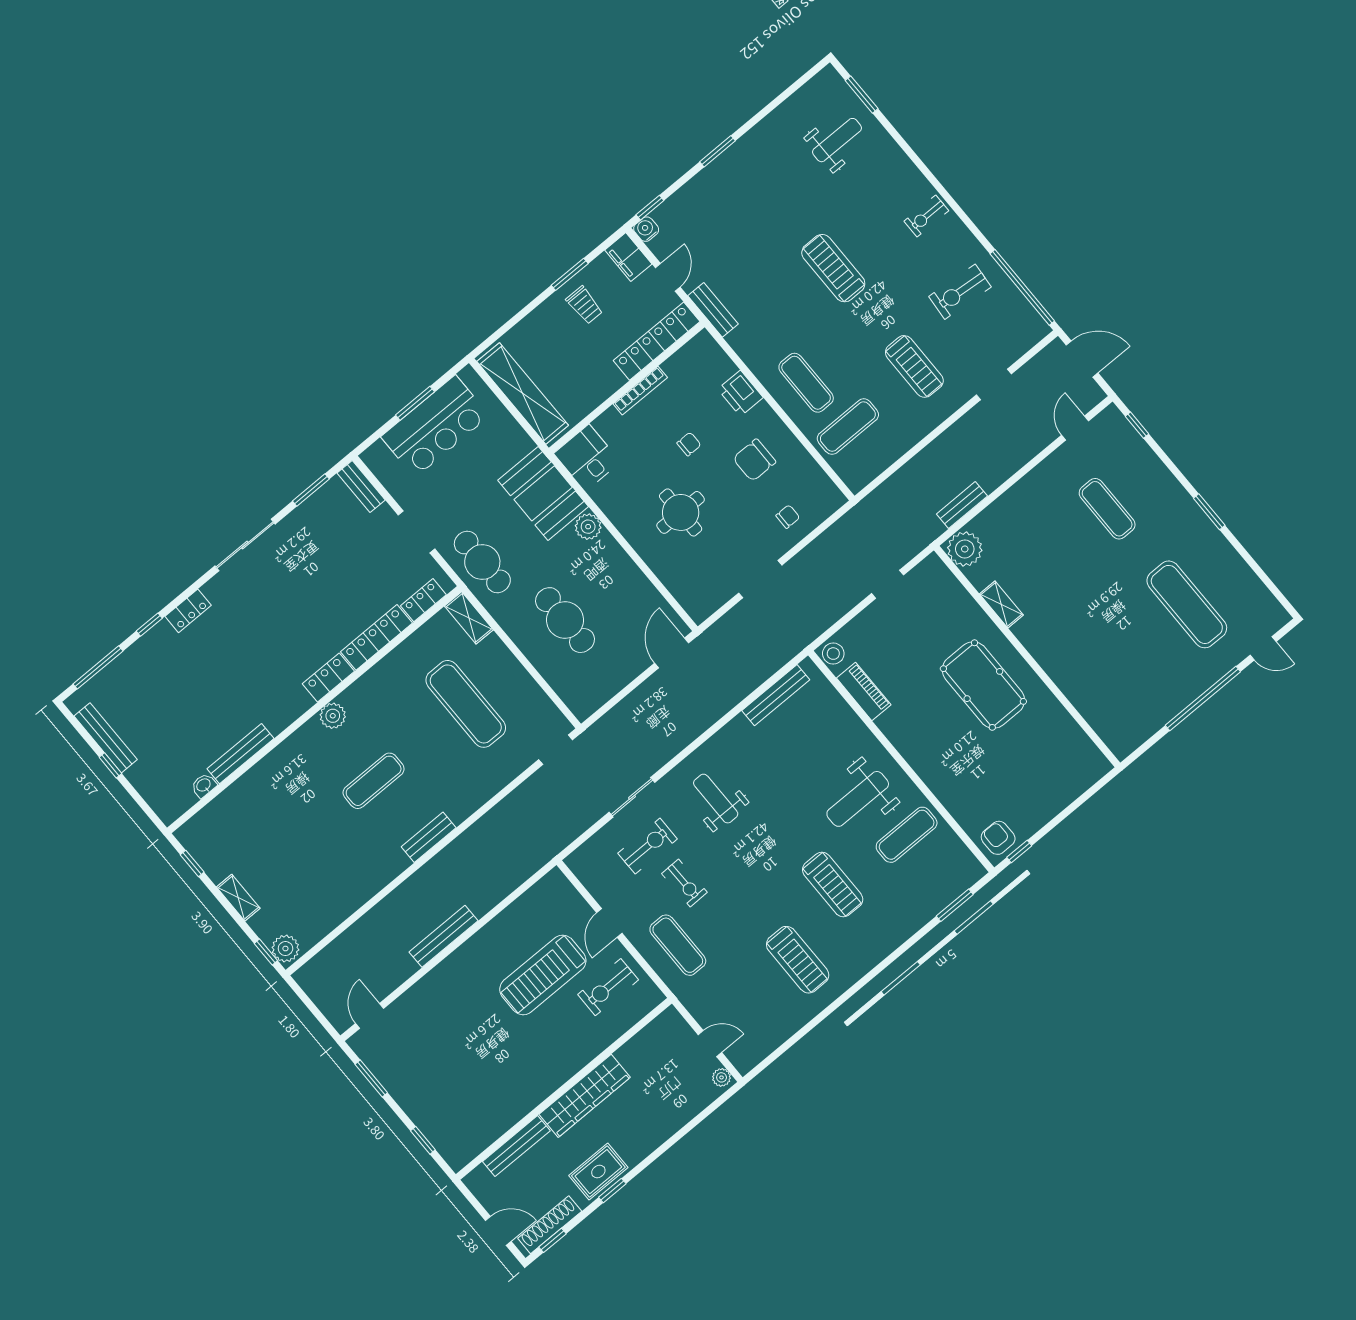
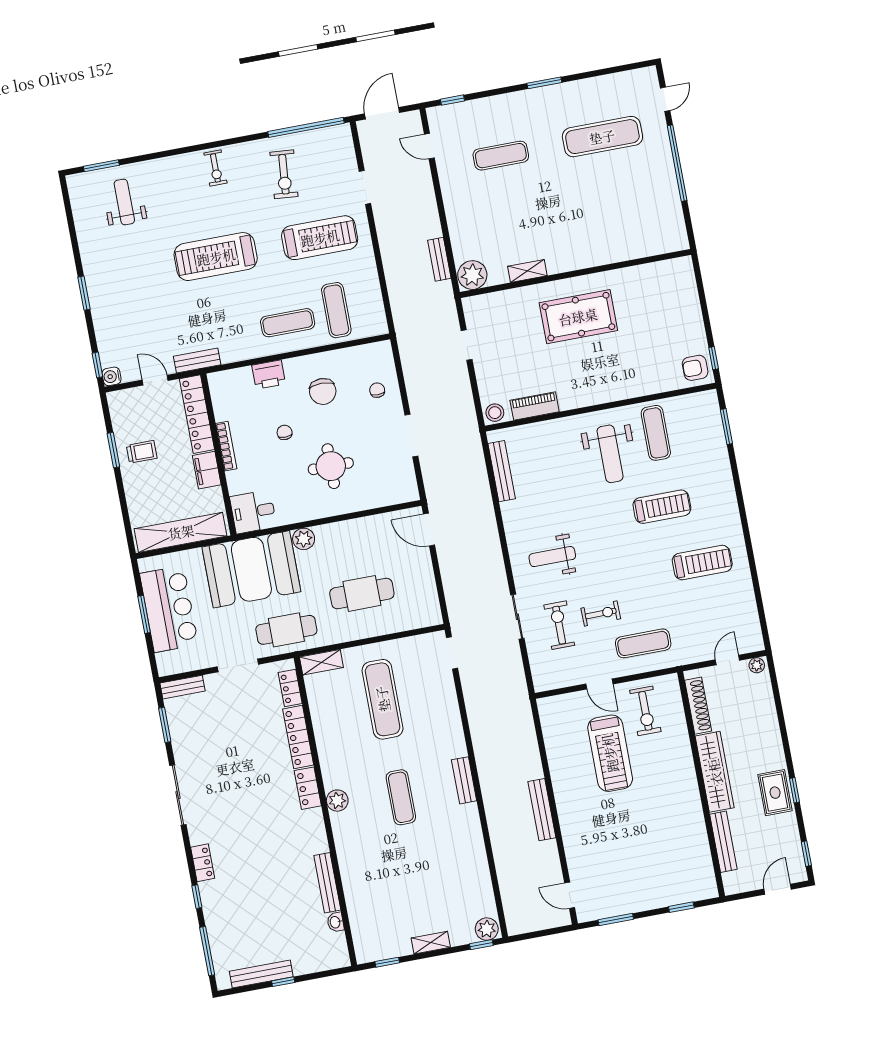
filing cabinet: (628, 257) -> (207, 470), moved, turned 90
treadmill: (833, 268) -> (216, 257), width x1.37, depth x1.38
treadmill: (914, 366) -> (320, 238), width x1.37, depth x1.38
booth: (543, 493) -> (251, 569), width x1.36, depth x1.42
exercise mat: (466, 704) -> (383, 699), turned 90
shoe rack: (550, 1225) -> (698, 706), moved, turned 180

